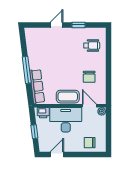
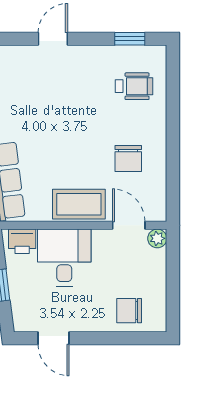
window: (78, 25) -> (130, 39), moved
desk: (66, 120) -> (64, 258), width x0.73
door: (57, 155) -> (54, 338), swing flipped

